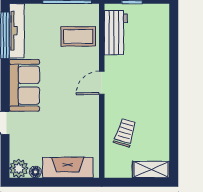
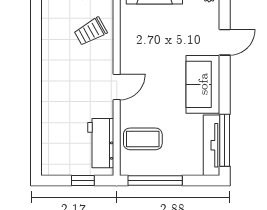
trolley: (125, 133) -> (91, 32), turned 44

